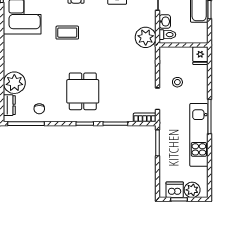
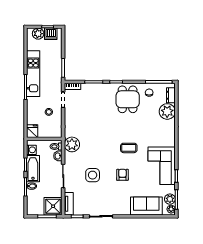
washing machine: (201, 30) -> (31, 150), added
dining table: (83, 91) -> (128, 99), moved

